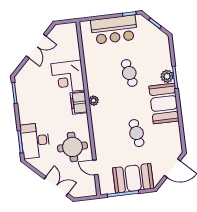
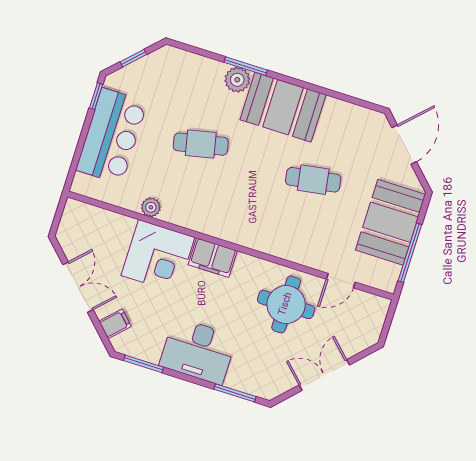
filing cabinet: (27, 71) -> (115, 324), added
plant: (94, 101) -> (151, 207), moved
desk: (35, 141) -> (198, 351), moved
double door: (56, 186) -> (324, 375), moved

